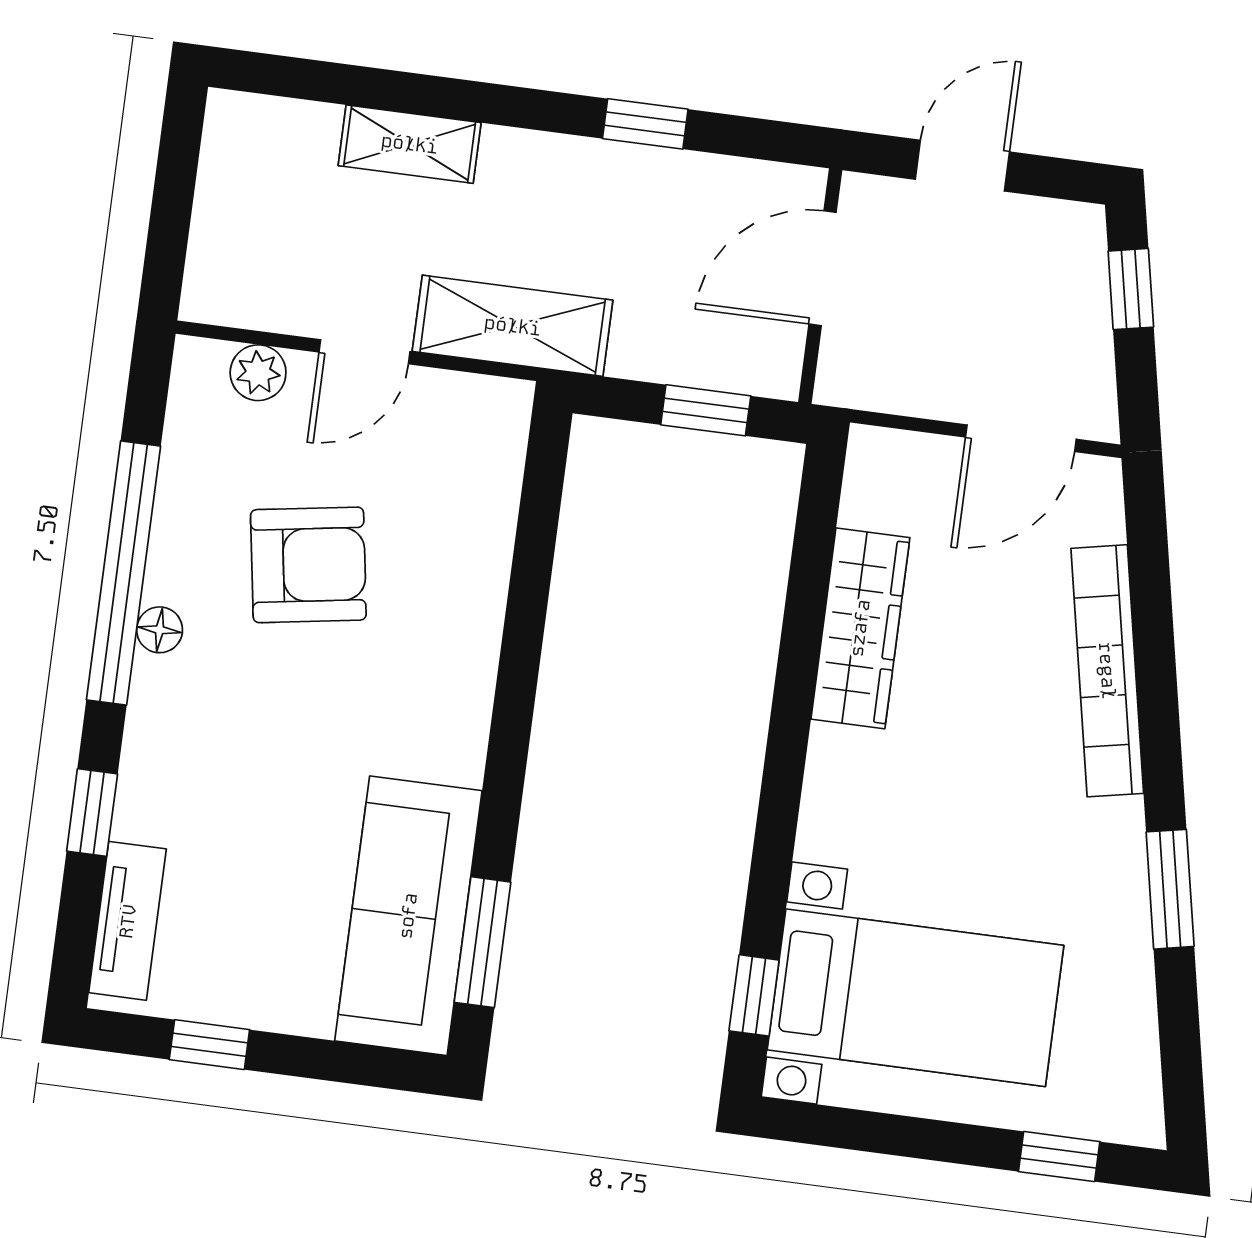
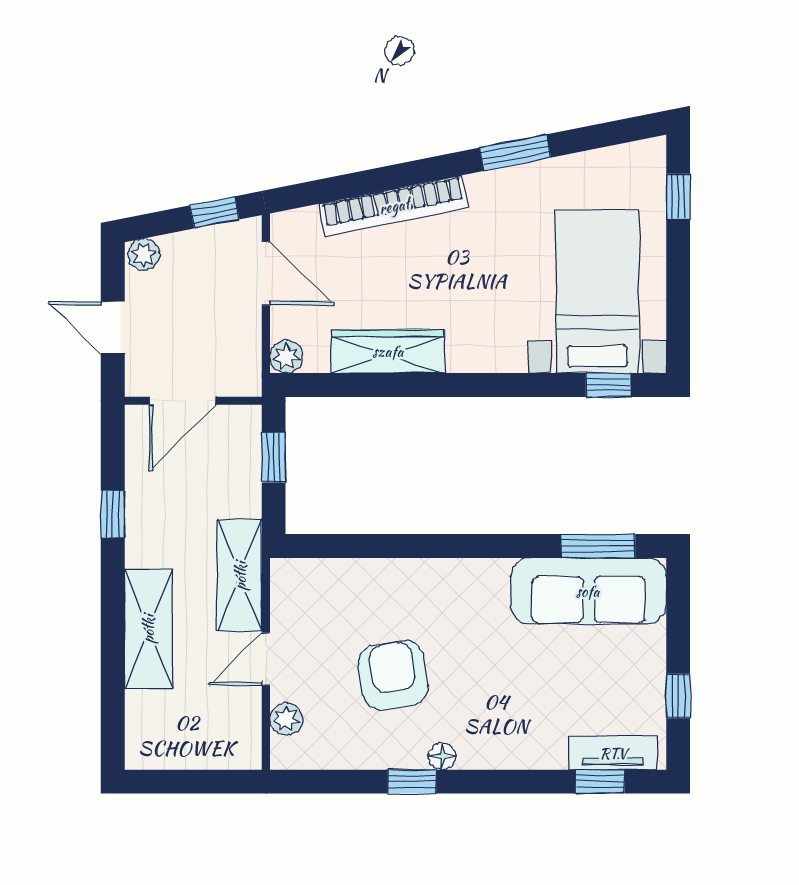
shelving: (410, 144) -> (148, 629), width x1.50, depth x1.33
plant: (1080, 235) -> (144, 254), added
door: (823, 268) -> (183, 401), hinge flipped
window: (1131, 289) -> (215, 212), moved
door: (365, 352) -> (266, 659), swing flipped
plant: (874, 454) -> (286, 357), added
window: (124, 573) -> (412, 782), width x0.32
window: (92, 812) -> (600, 782), moved

